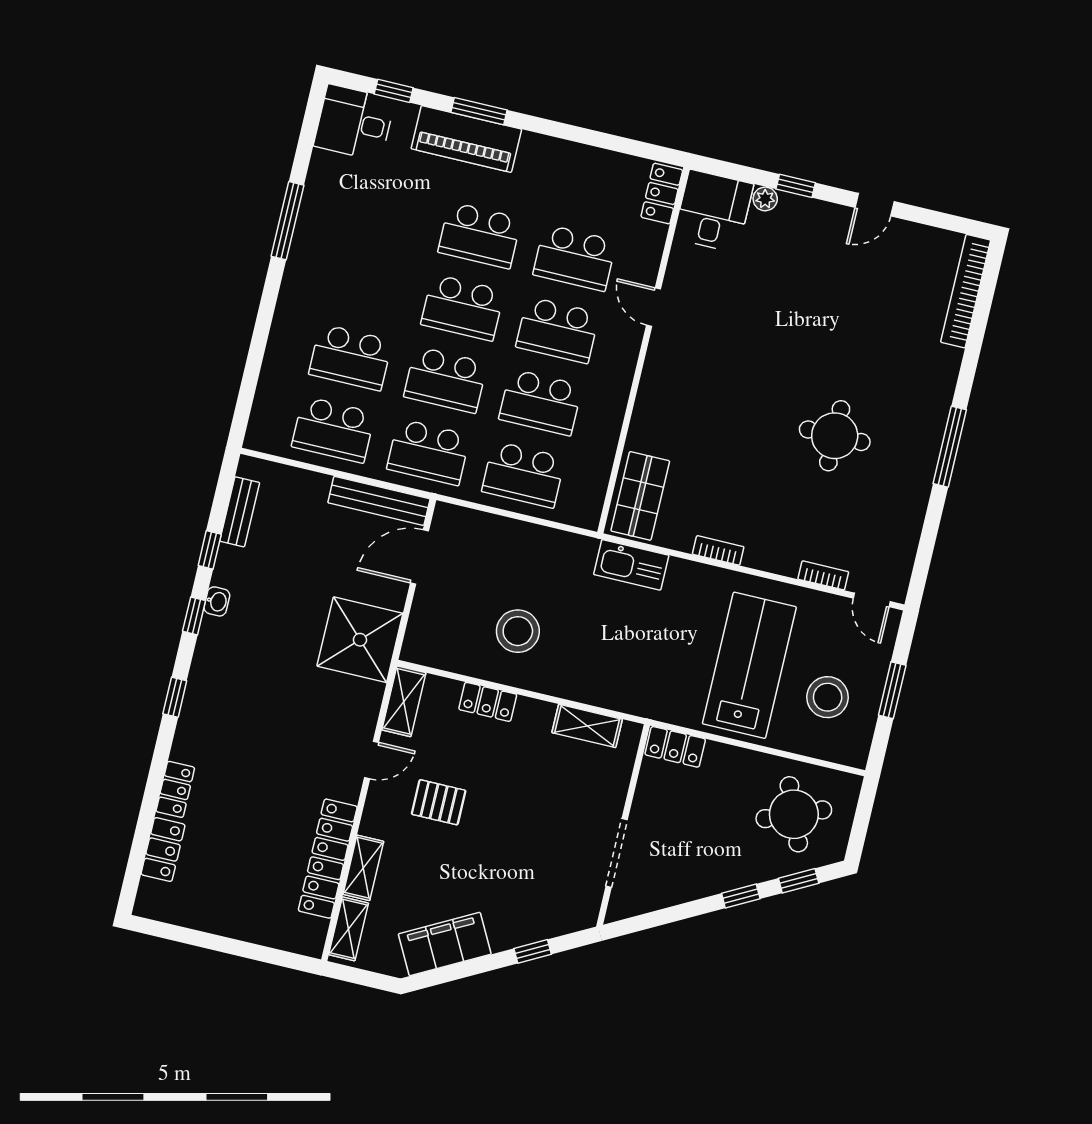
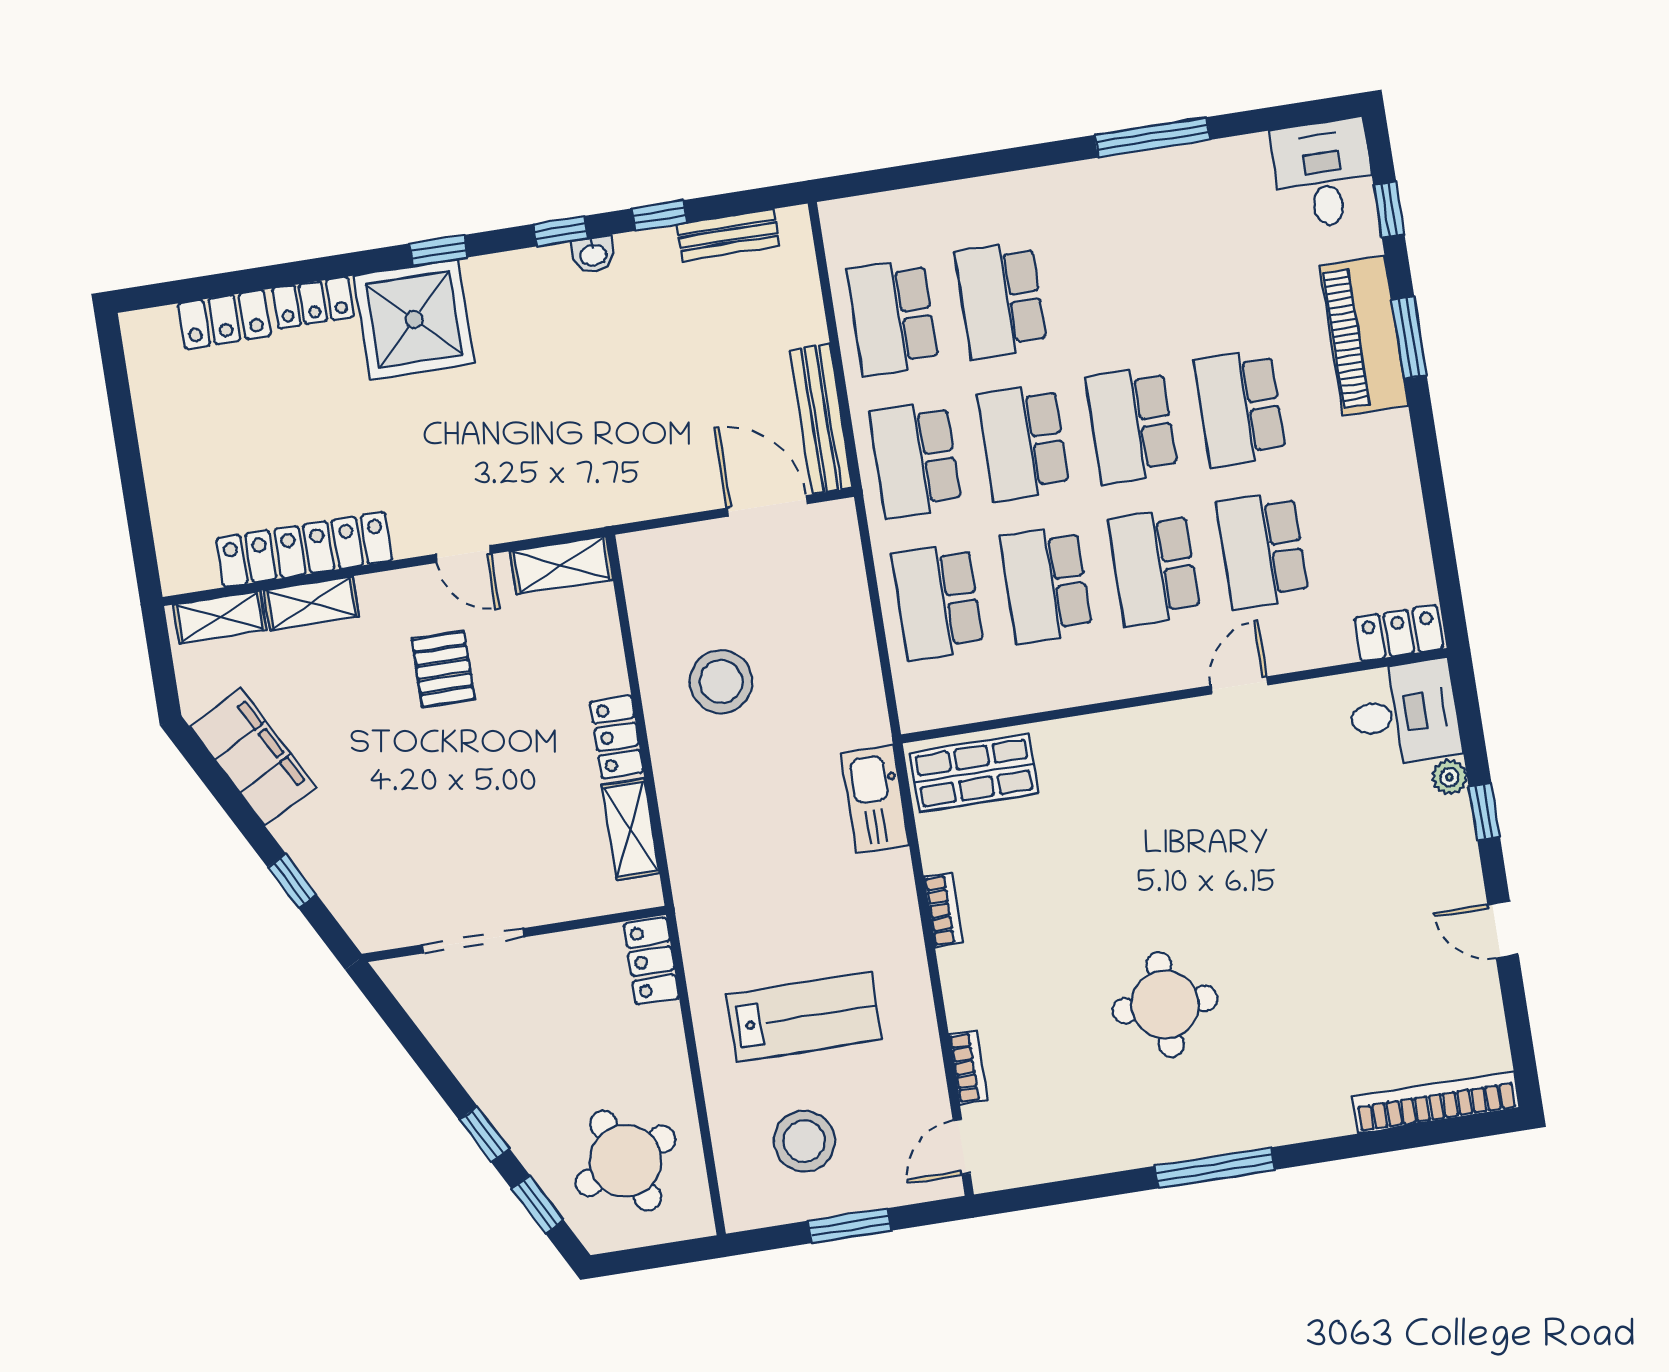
shower: (360, 640) -> (414, 319), moved
lab bench: (749, 665) -> (804, 1017), width x0.73, depth x0.72
locker: (488, 702) -> (617, 737), moved

